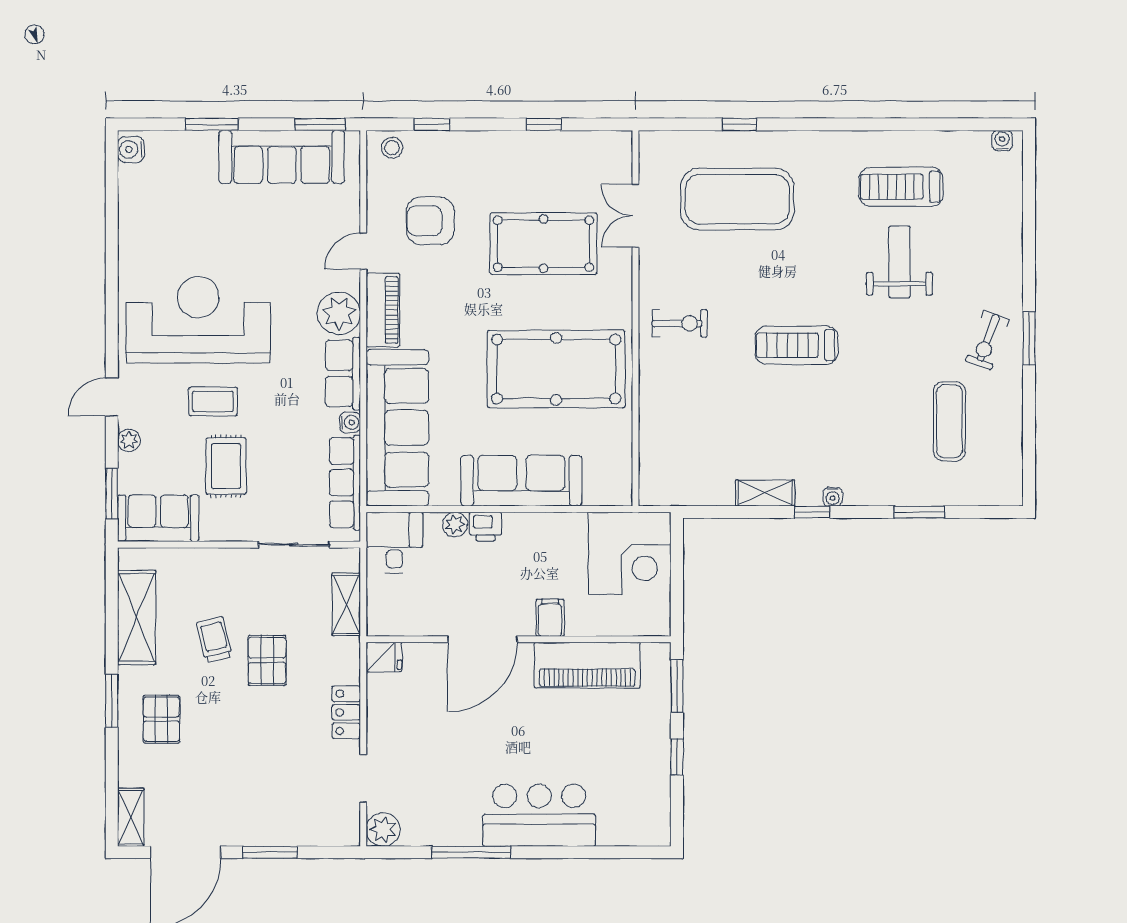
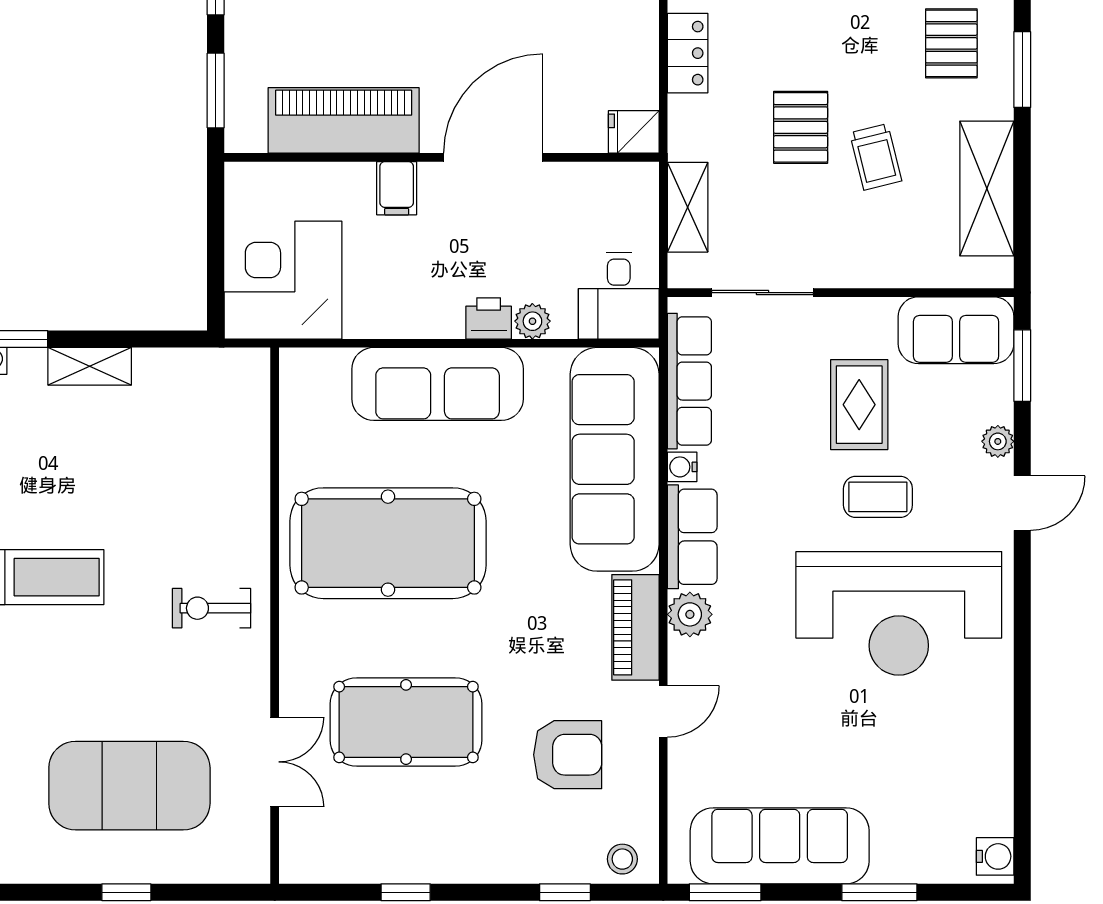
plant: (339, 313) -> (690, 614), width x0.73, depth x0.73

